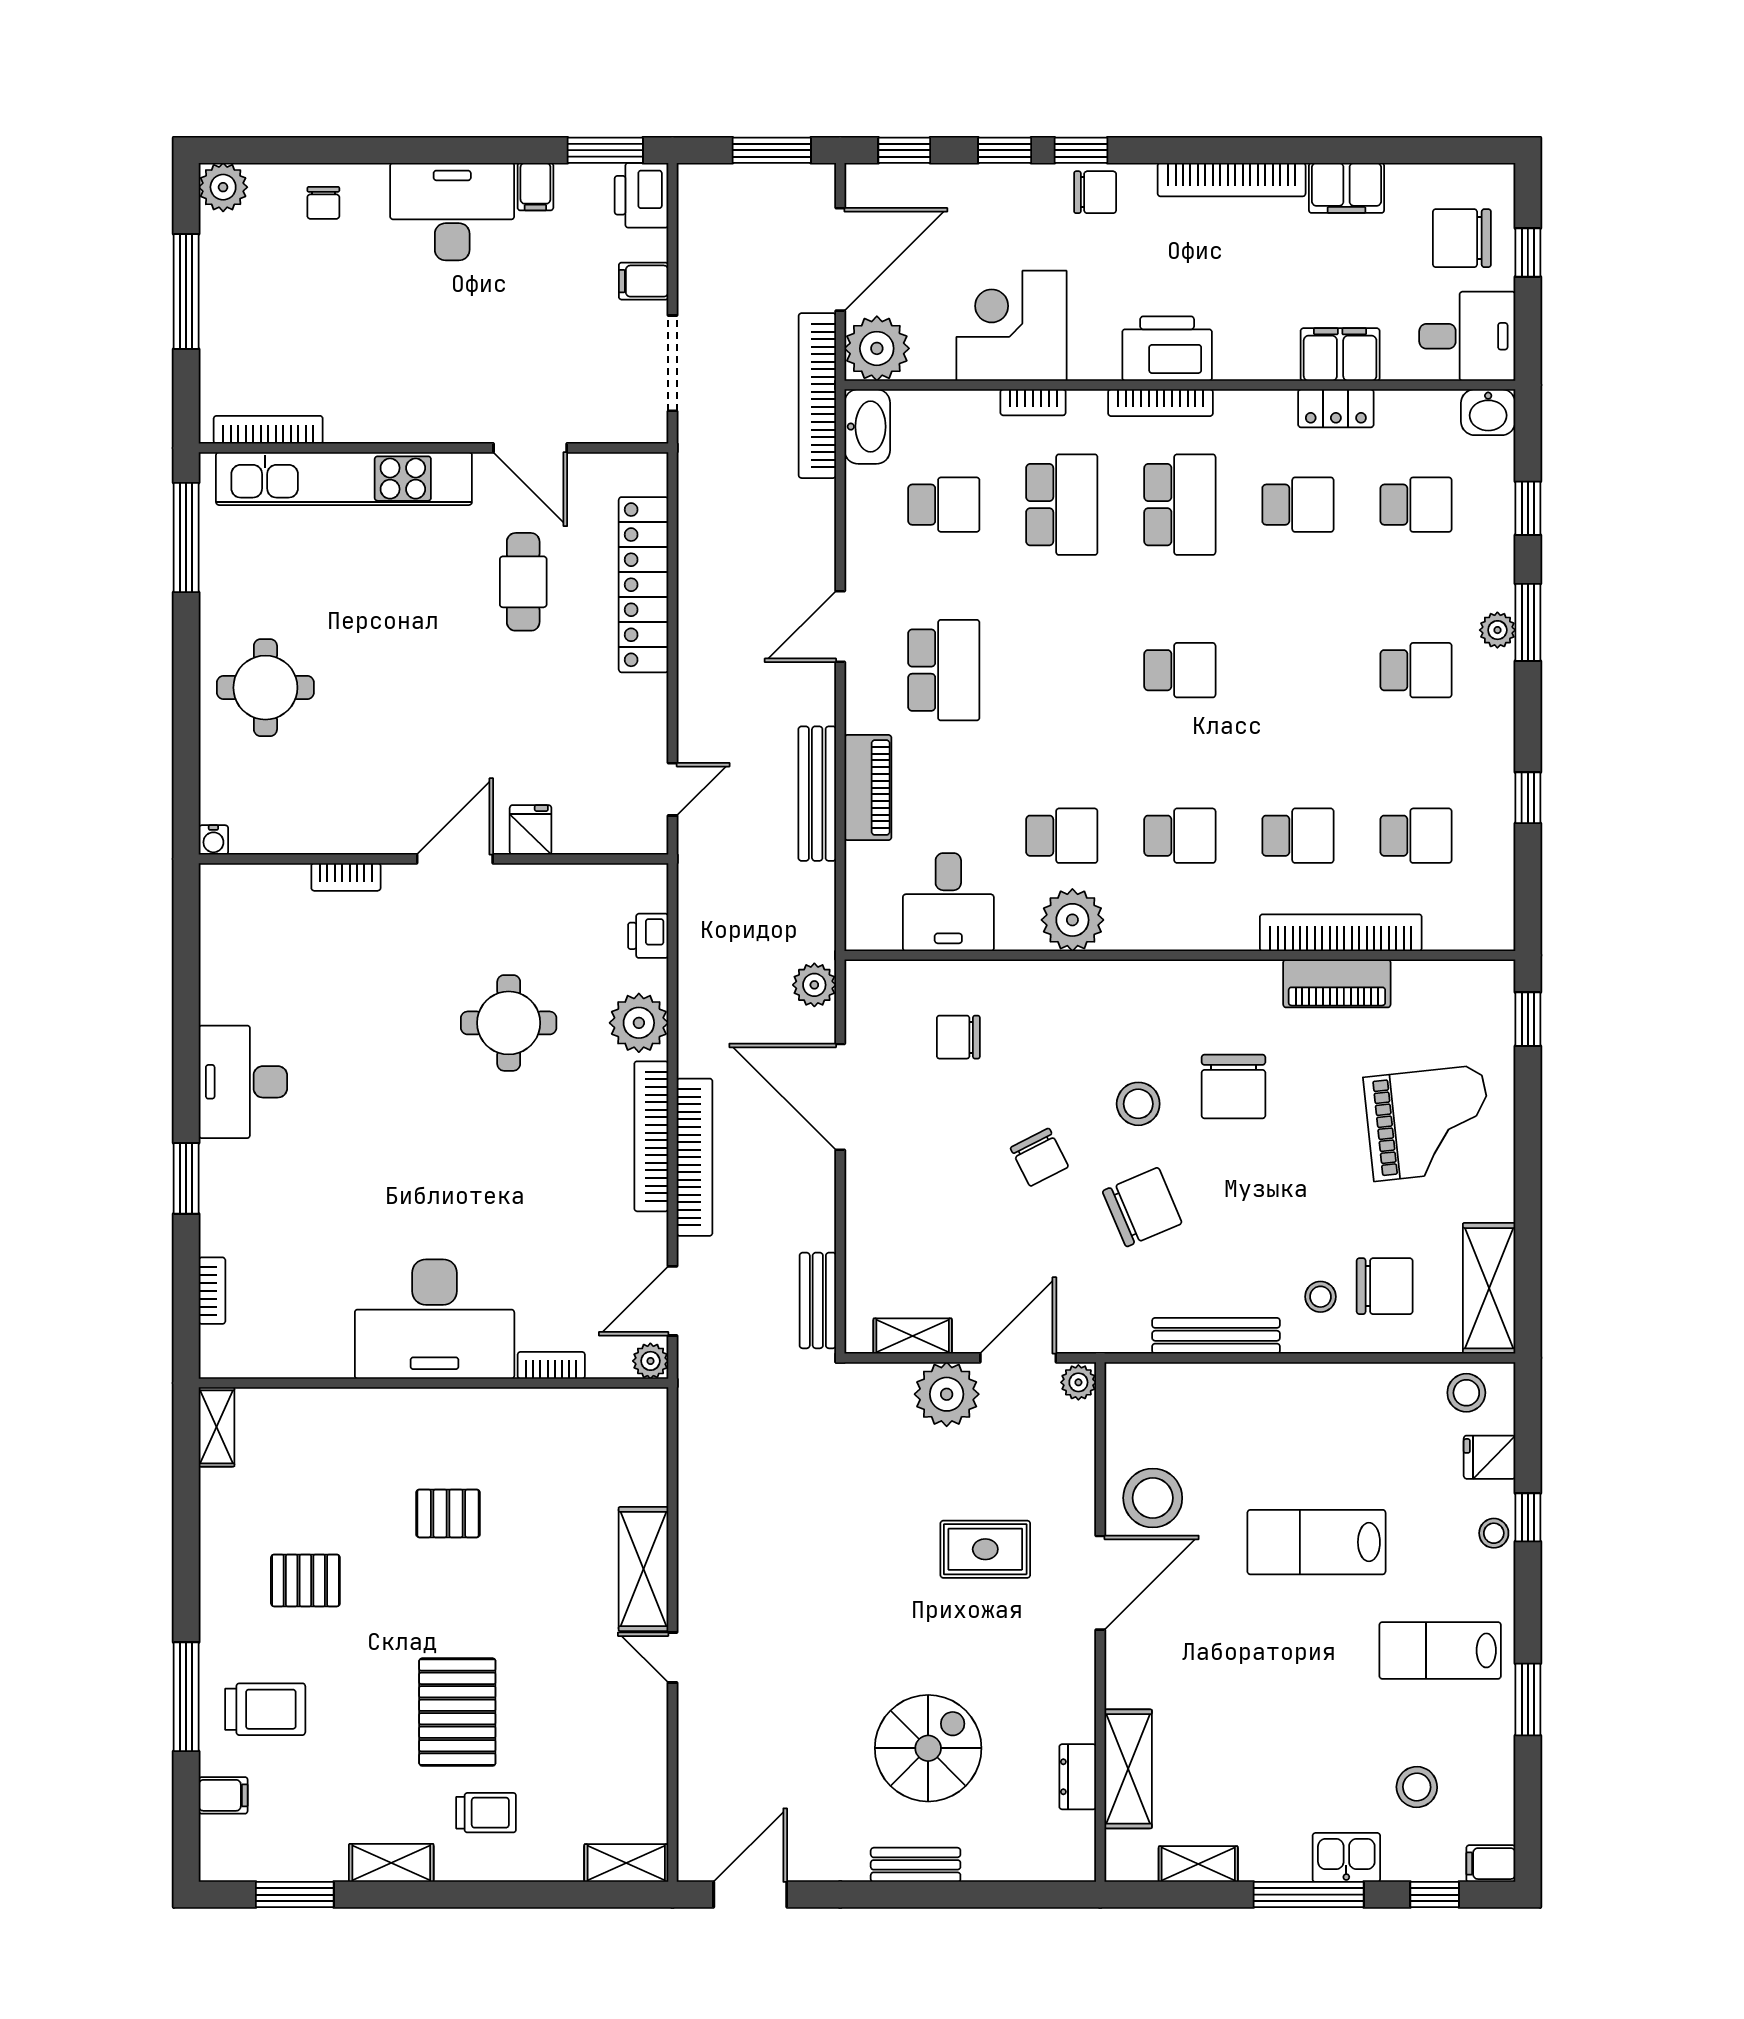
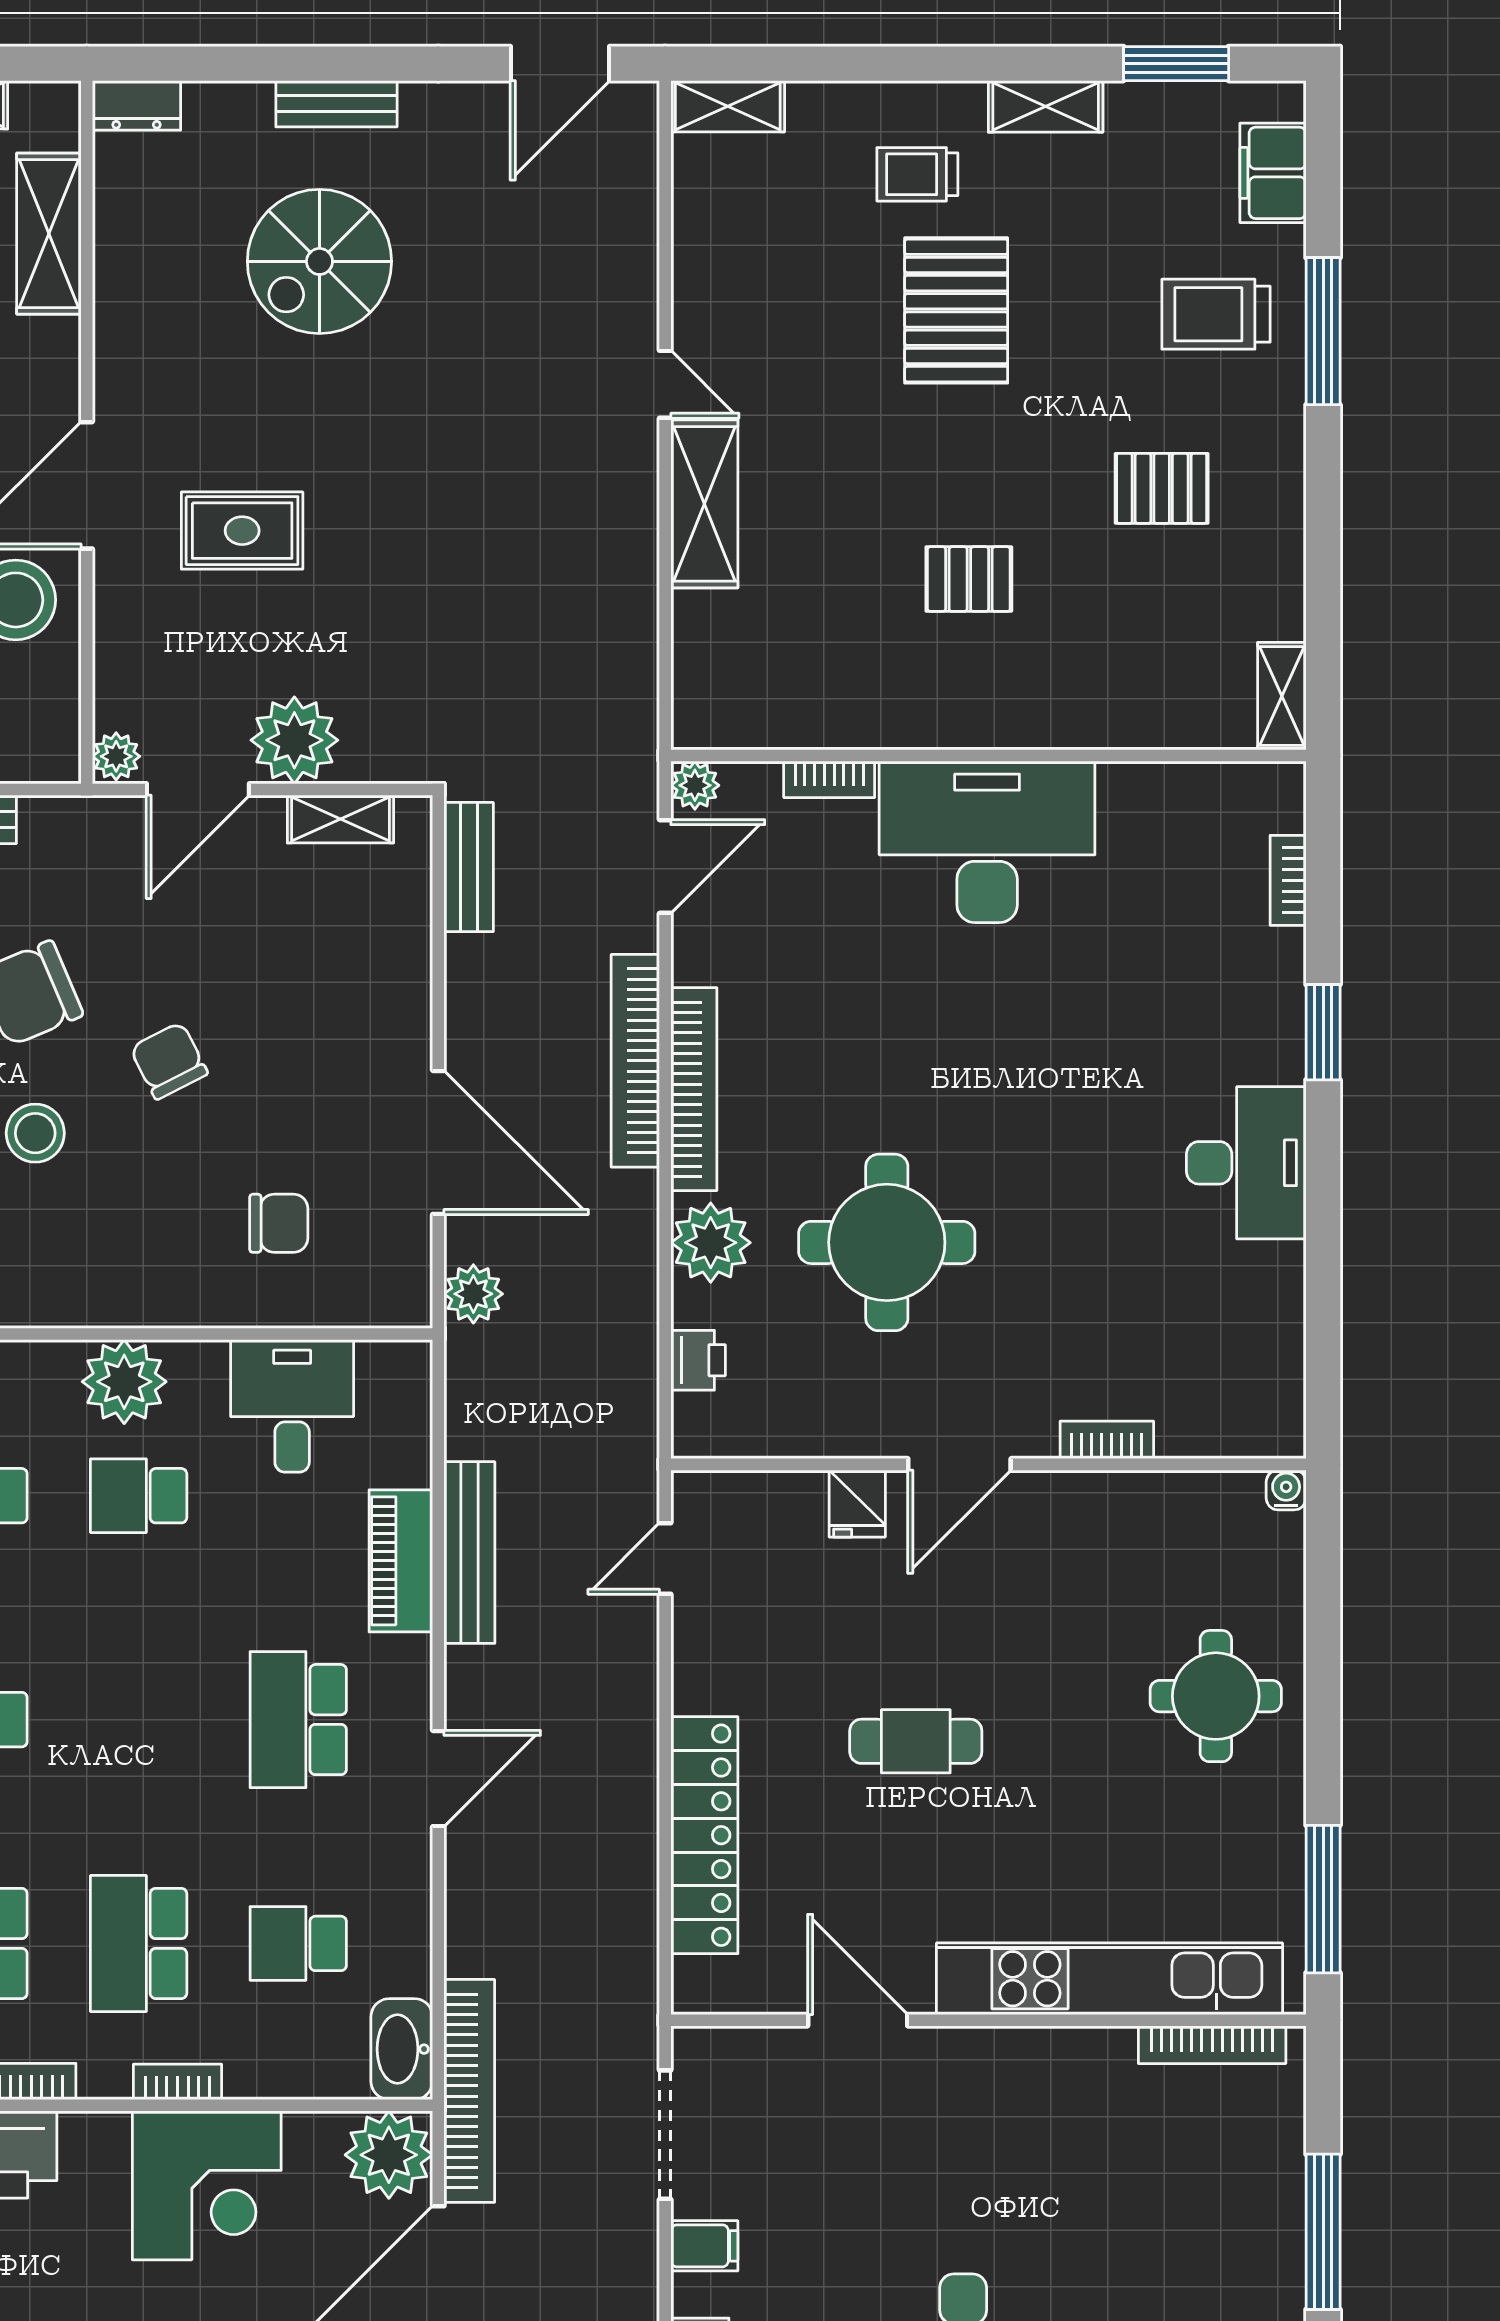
cafe table: (523, 582) -> (916, 1741), moved, turned 90
round table: (509, 1023) -> (887, 1242), width x1.36, depth x1.36
dresser: (1078, 1777) -> (136, 105), moved, turned 90
filing cabinet: (223, 1795) -> (1273, 173), width x2.00

